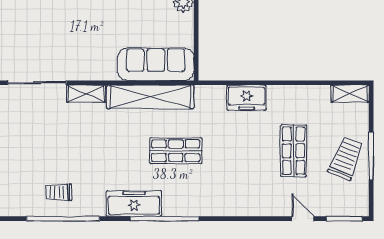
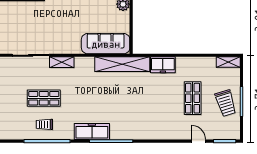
shelving: (150, 97) -> (122, 64), moved
shop shelf: (176, 151) -> (44, 98), moved
trolley: (346, 158) -> (226, 103), turned 141

